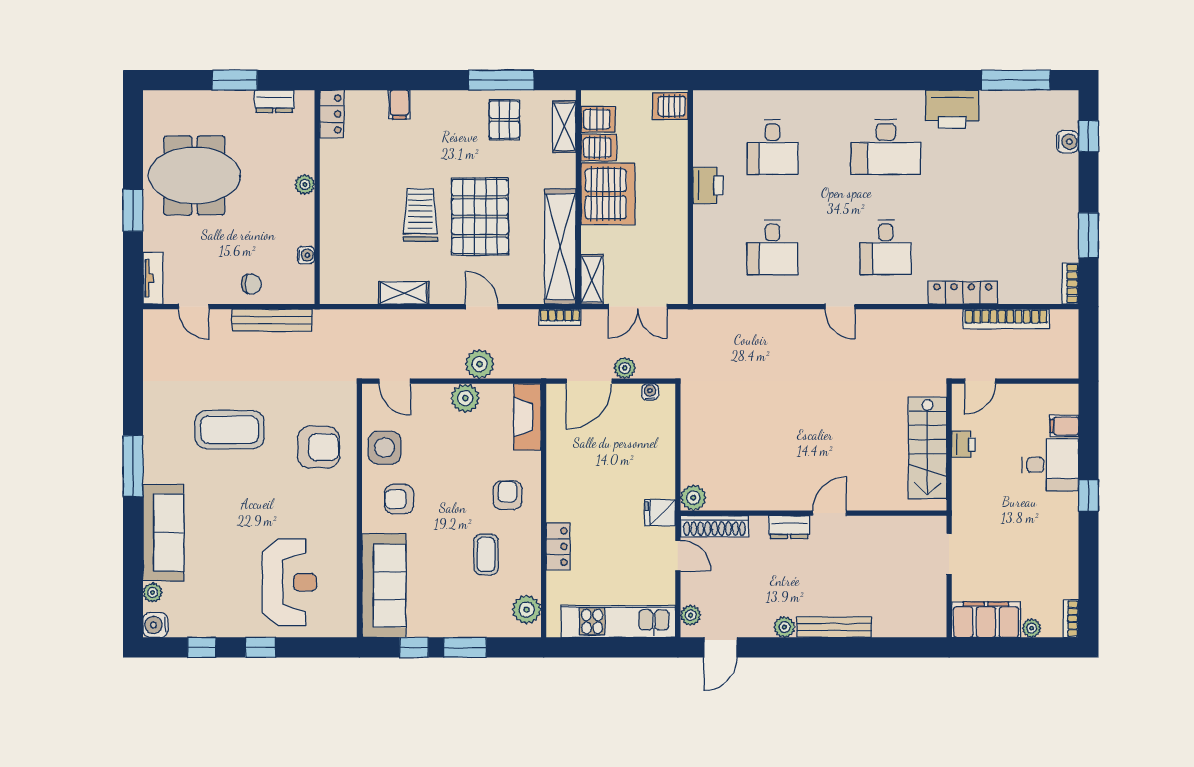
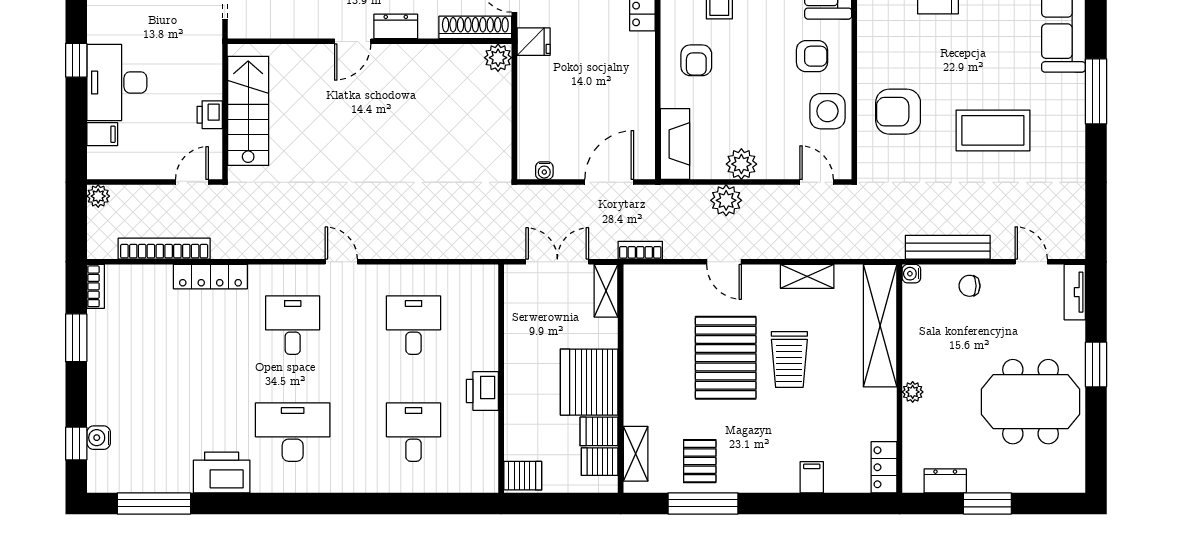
shelving: (560, 247) -> (880, 326), moved
water cooler: (306, 255) -> (911, 274), moved
plant: (625, 368) -> (98, 196), moved
desk: (1050, 465) -> (117, 82), width x1.37

